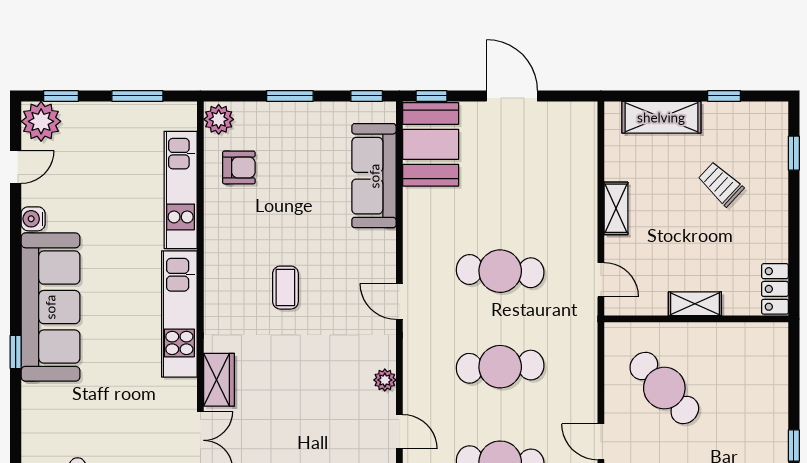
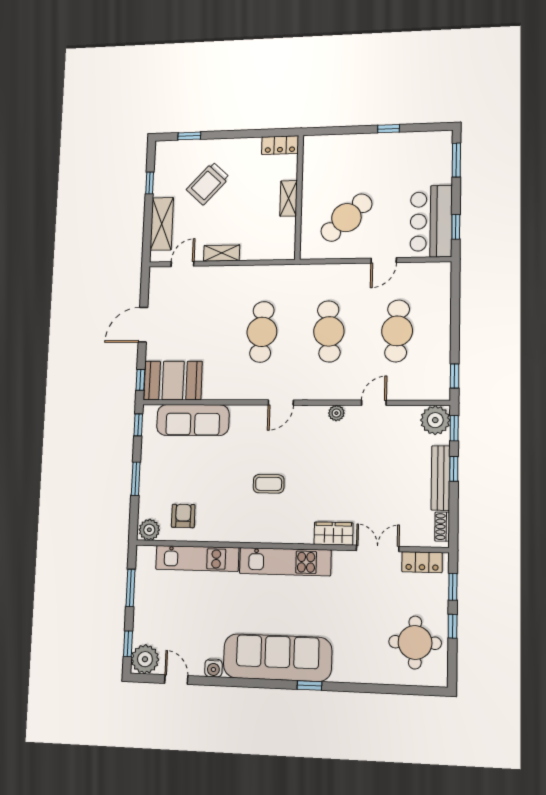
trolley: (721, 184) -> (208, 183), width x1.36, depth x1.39
door: (601, 280) -> (182, 264), moved

